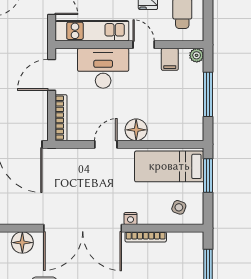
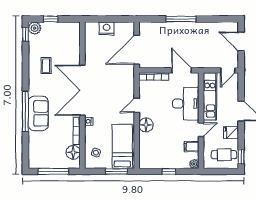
window: (208, 94) -> (169, 171), width x0.46
door: (106, 144) -> (137, 105), swing flipped
floor lamp: (22, 243) -> (73, 152), moved

